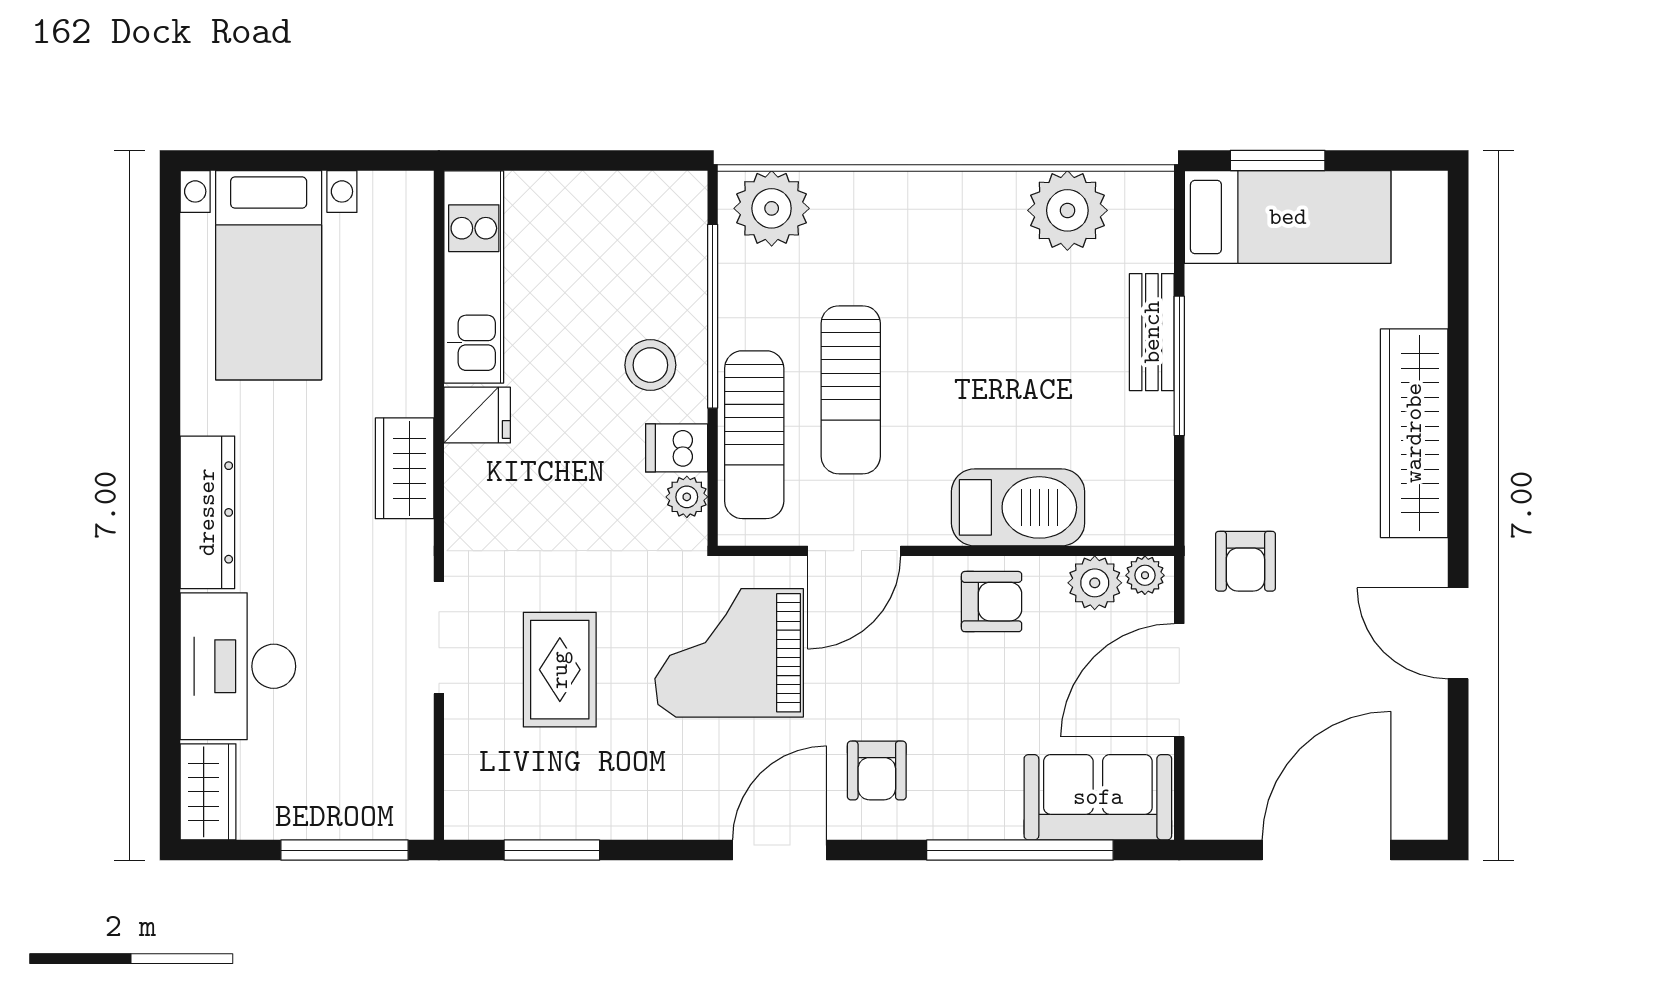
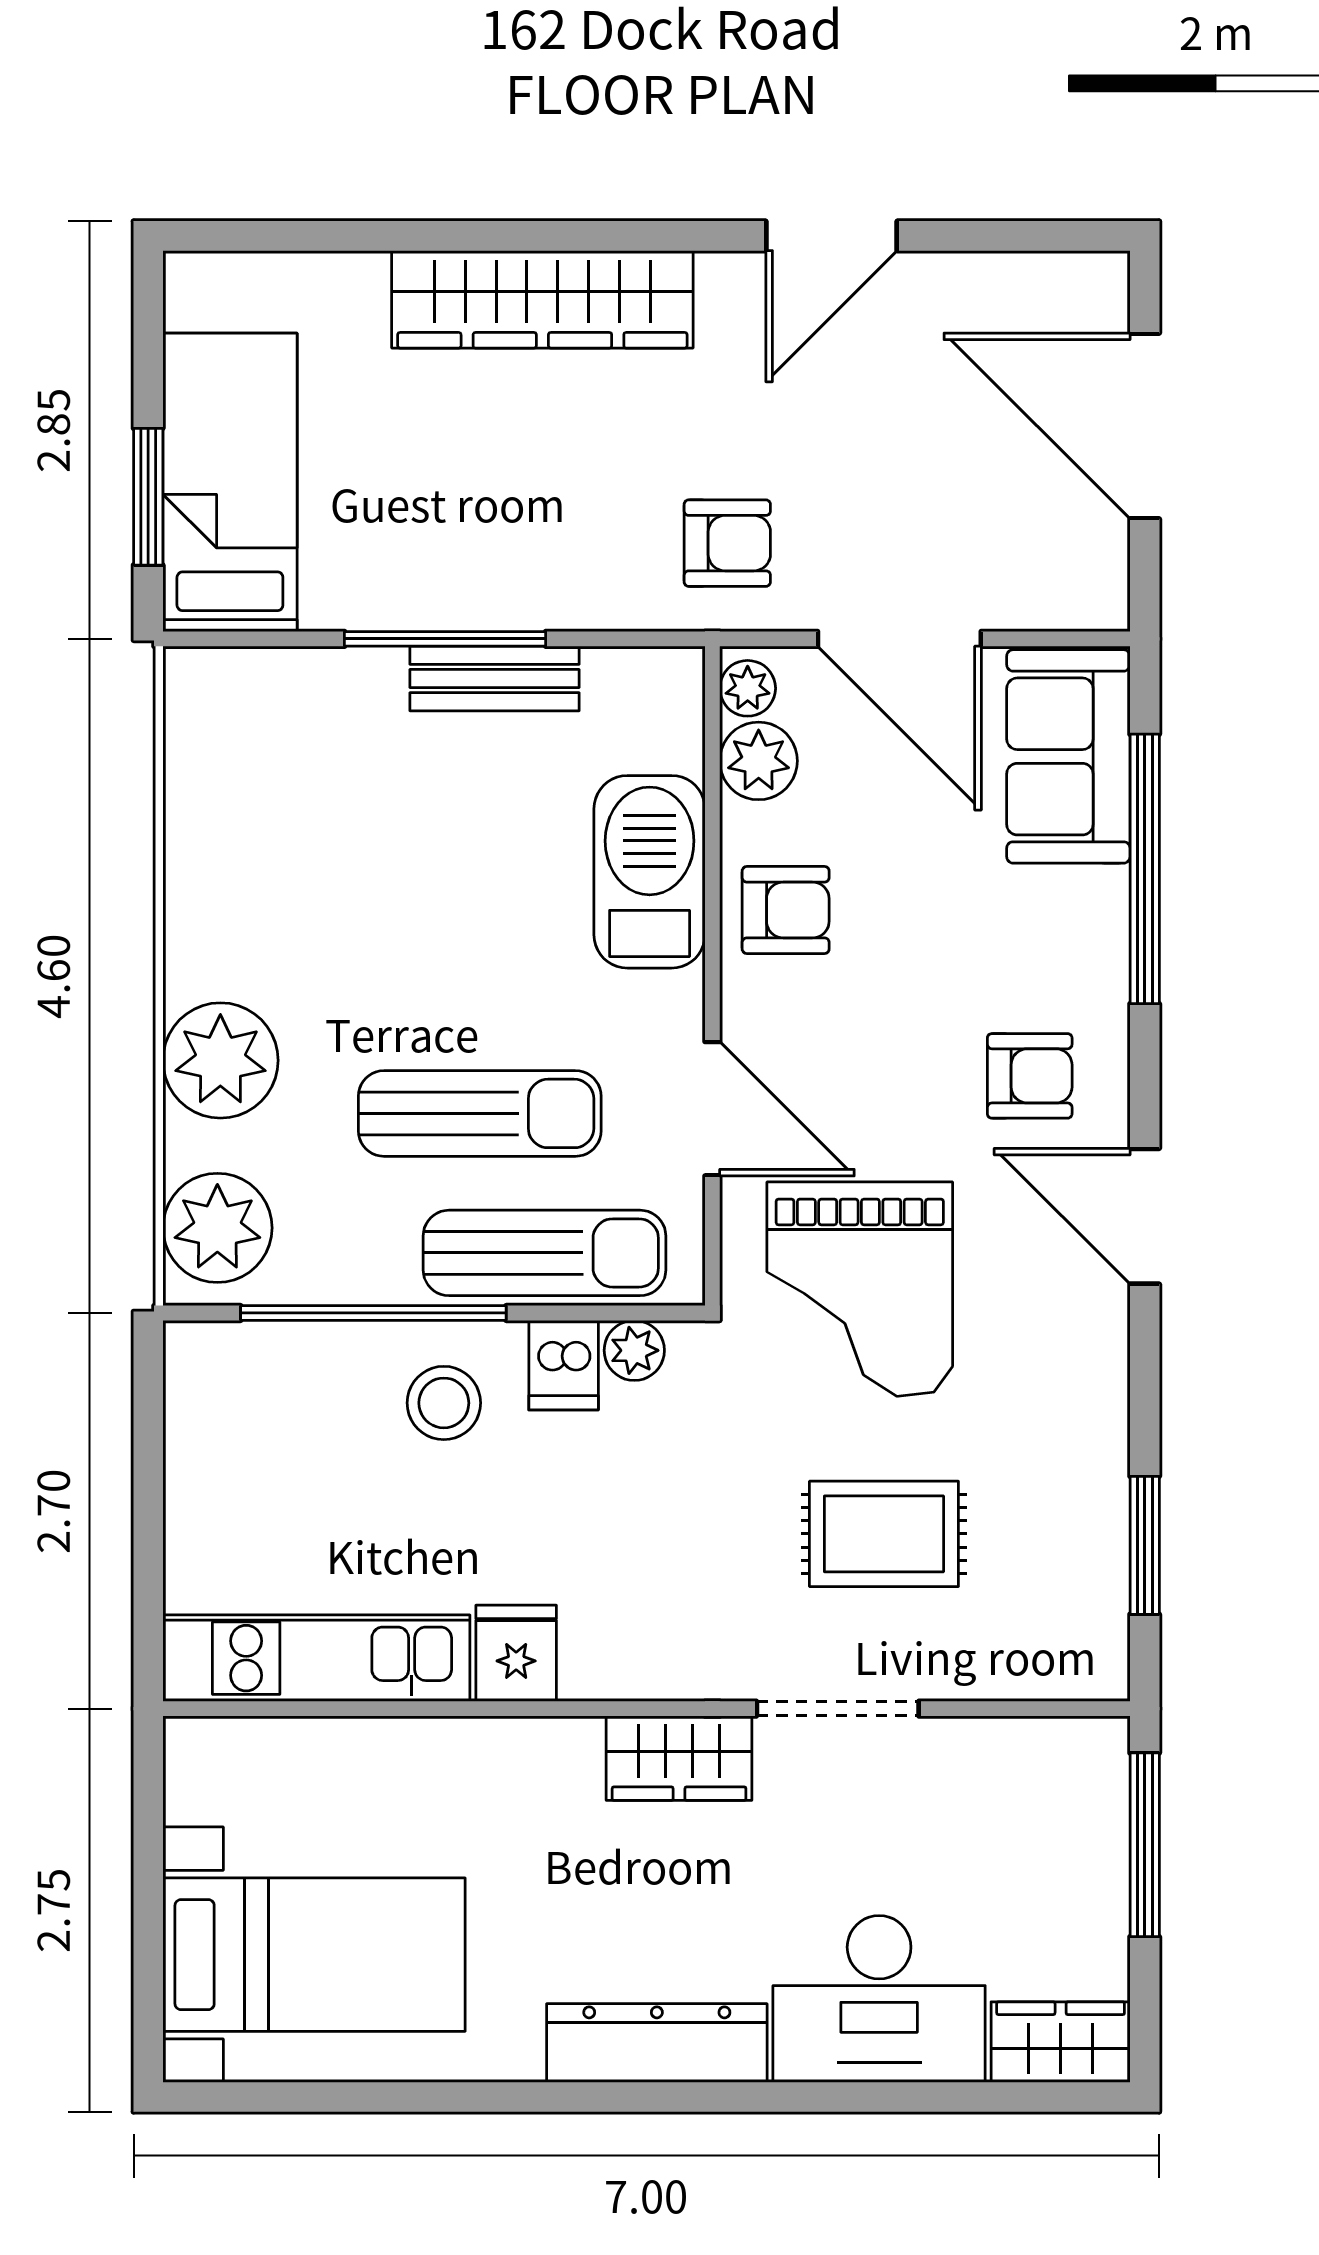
plant: (1067, 210) -> (220, 1060), moved
bench: (1152, 332) -> (494, 679), moved
wardrobe: (405, 468) -> (679, 1758), moved
armchair: (992, 602) -> (786, 910), turned 90

